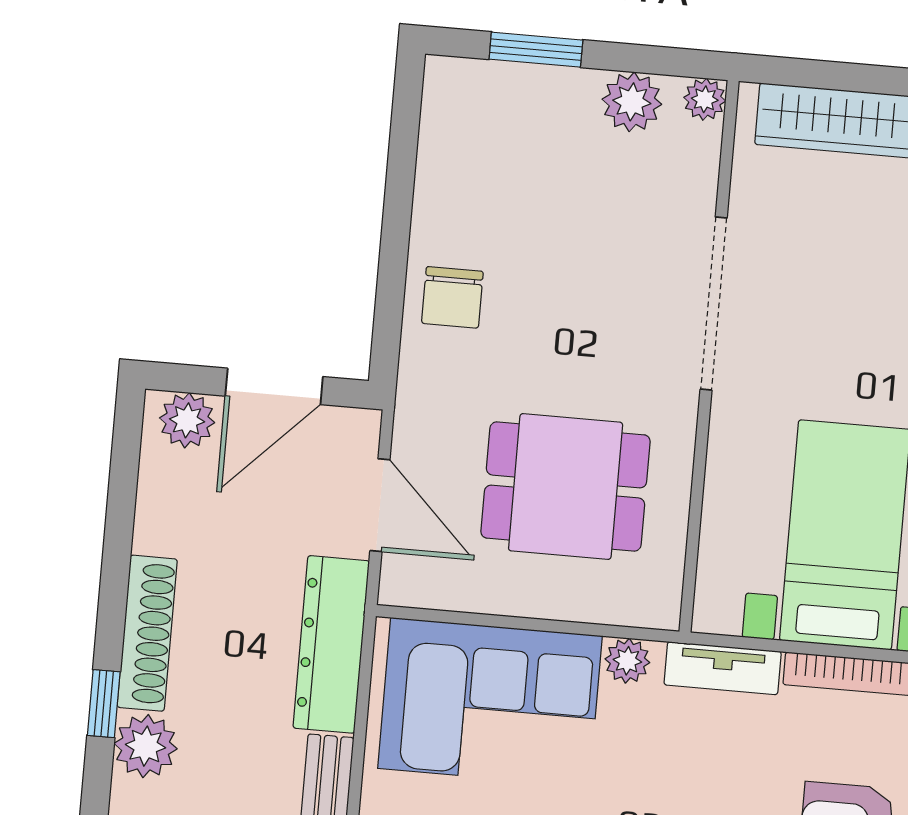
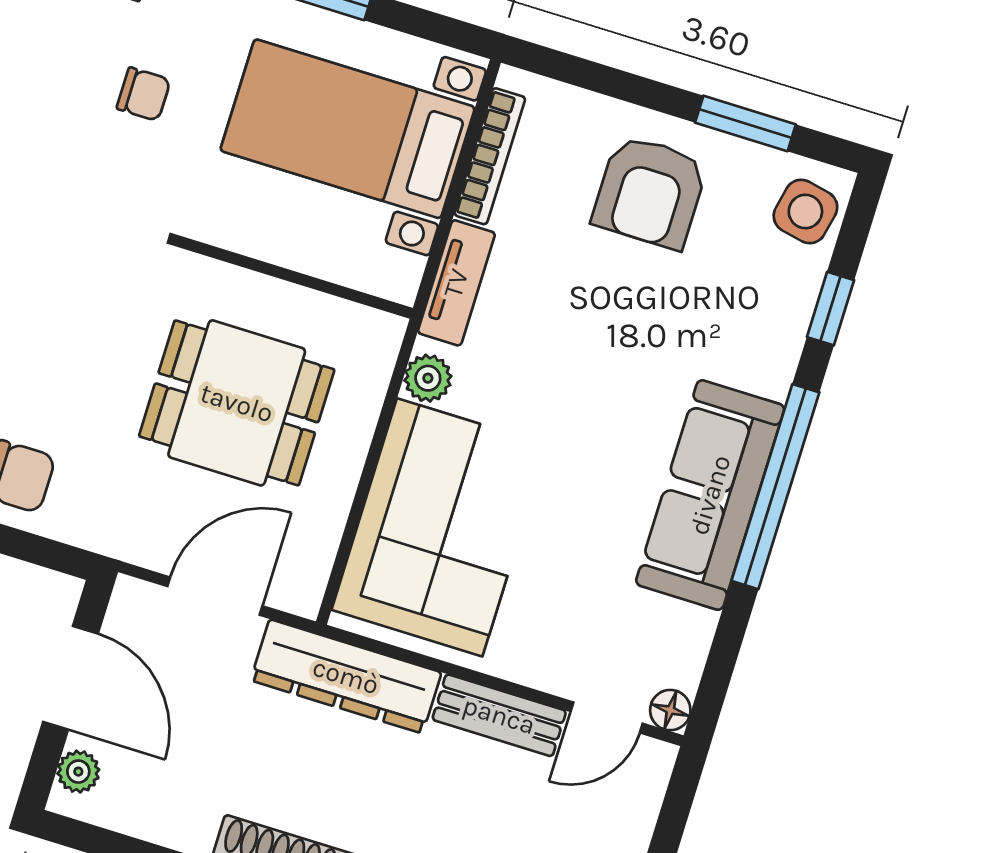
chair: (836, 337) -> (144, 94), added
plant: (187, 420) -> (78, 772), width x0.73, depth x0.73
dining table: (566, 487) -> (237, 403), turned 90

